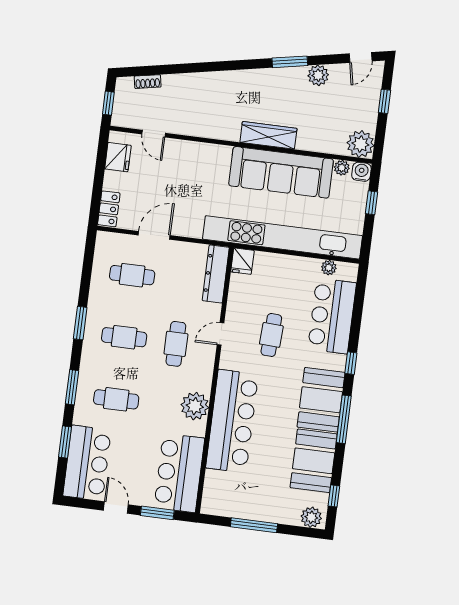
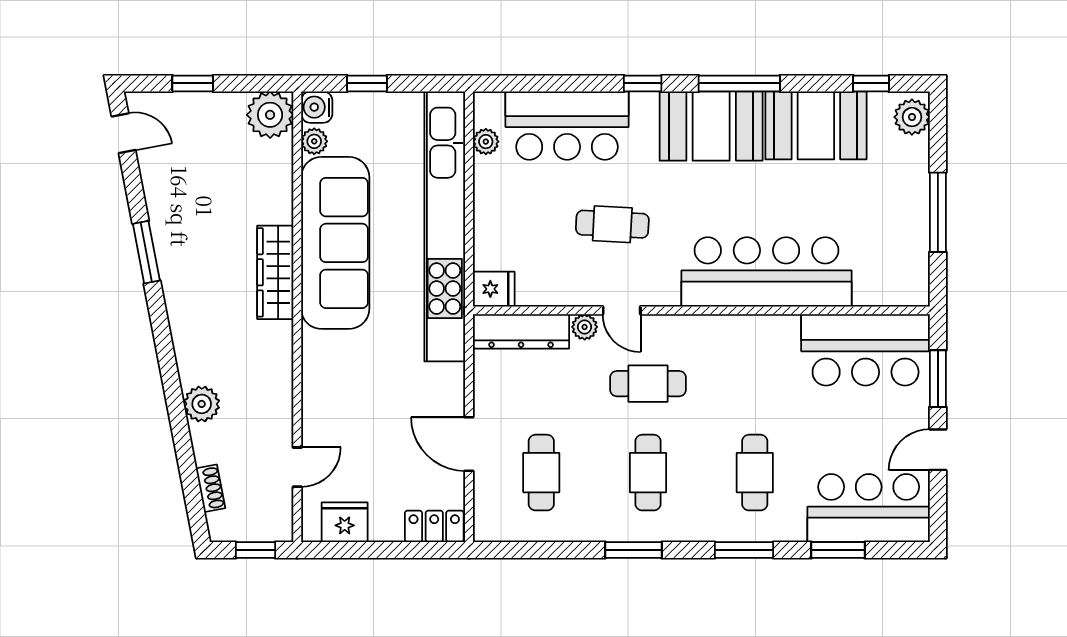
plant: (318, 75) -> (202, 404), moved
plant: (195, 406) -> (585, 327), moved, width x0.53, depth x0.53

